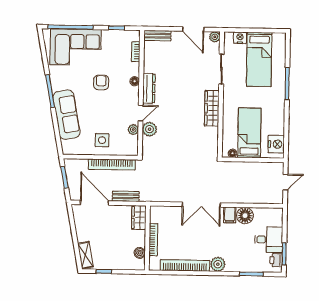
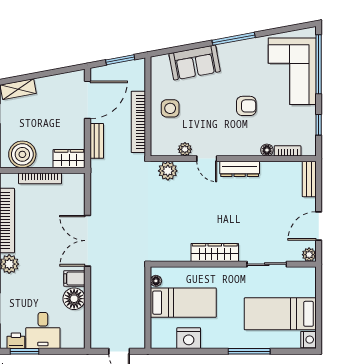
nightstand: (240, 38) -> (308, 340), moved
floor lamp: (135, 81) -> (267, 150), moved
sofa: (67, 115) -> (195, 63), width x0.73
plant: (150, 129) -> (168, 171), moved
nightstand: (276, 144) -> (189, 338), moved
boiler: (140, 253) -> (22, 154), width x1.86, depth x1.86

